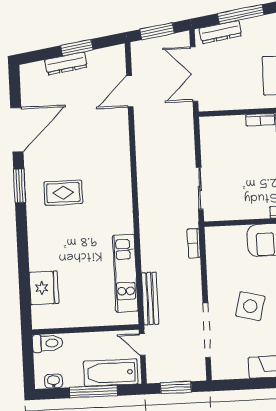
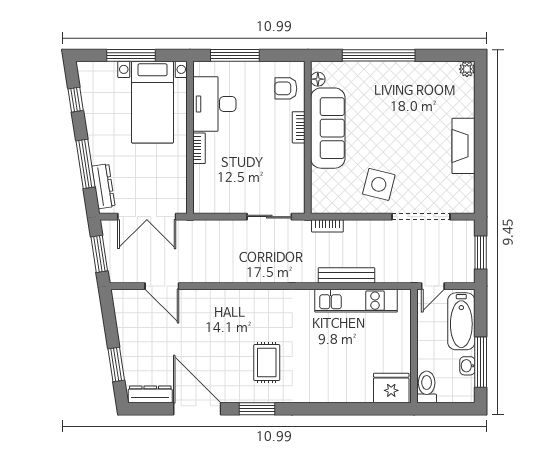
window: (77, 48) -> (116, 365), moved
dresser: (66, 64) -> (150, 394), moved, turned -81
fridge: (44, 288) -> (391, 388), moved
bench: (150, 299) -> (347, 275), moved
side table: (250, 306) -> (379, 184), moved
washbasin: (53, 381) -> (467, 366), moved
window: (93, 392) -> (481, 362), moved

